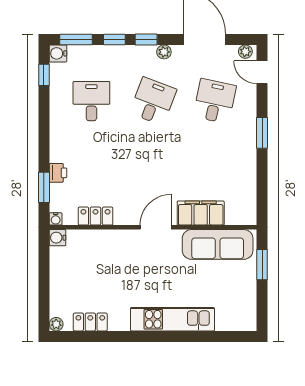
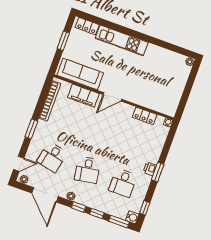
door: (262, 72) -> (19, 164), hinge flipped
desk: (153, 101) -> (87, 170), turned -30
printer: (58, 173) -> (150, 169), moved
bookcase: (249, 186) -> (50, 101), added
window: (44, 187) -> (158, 172), moved
water cooler: (58, 238) -> (171, 111), removed
window: (262, 265) -> (63, 41), moved
locker: (90, 322) -> (87, 26), moved

